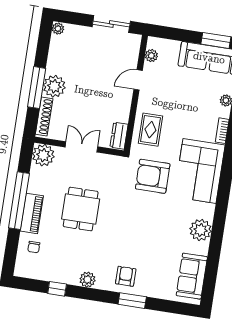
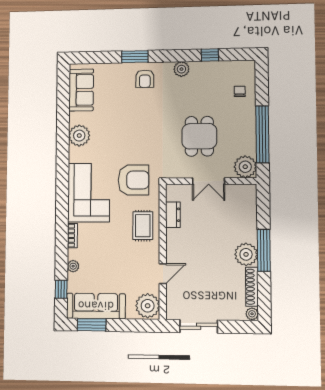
plant: (151, 56) -> (148, 306), width x1.88, depth x1.88
shoe rack: (44, 116) -> (252, 287), moved
wall: (79, 147) -> (211, 181), moved
double door: (81, 147) -> (208, 181), moved
plant: (43, 155) -> (245, 167), moved
piano: (32, 213) -> (247, 124), removed

